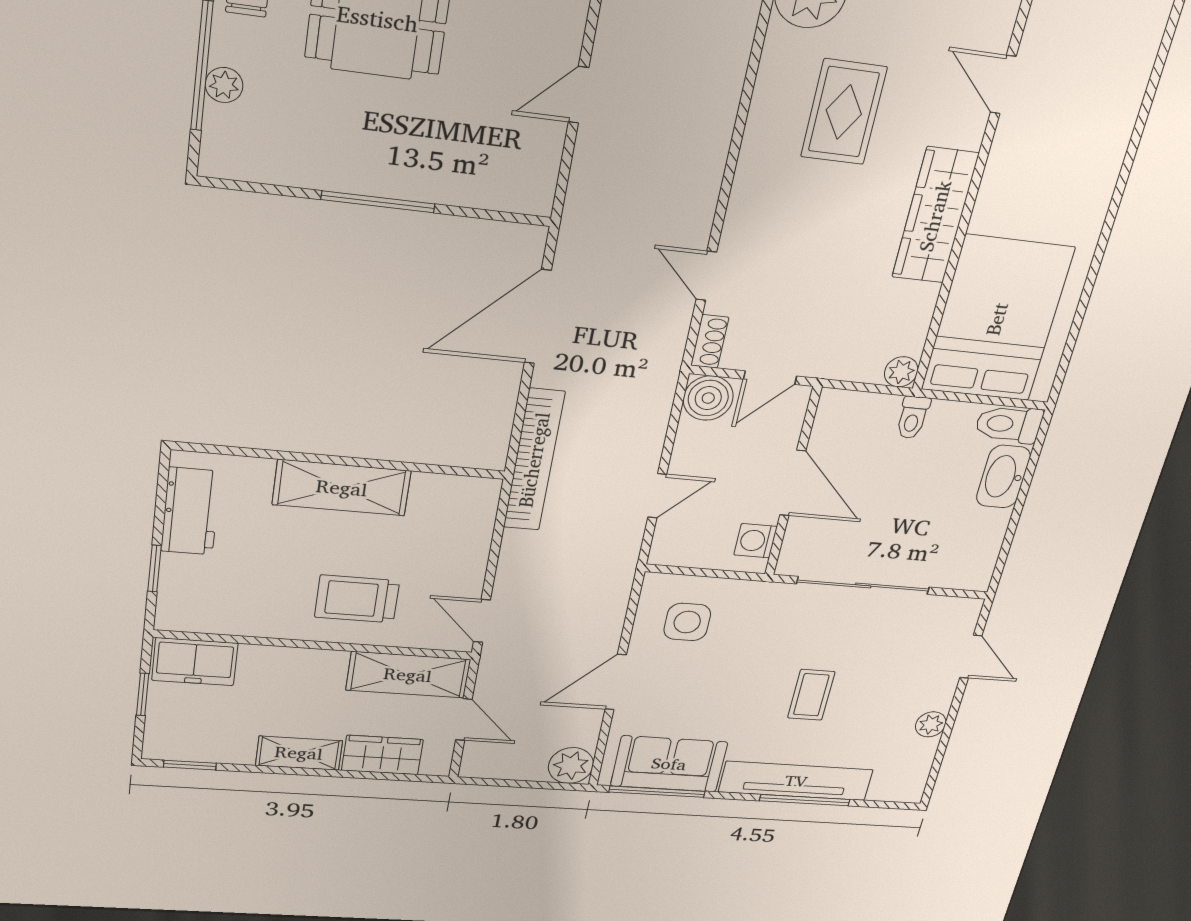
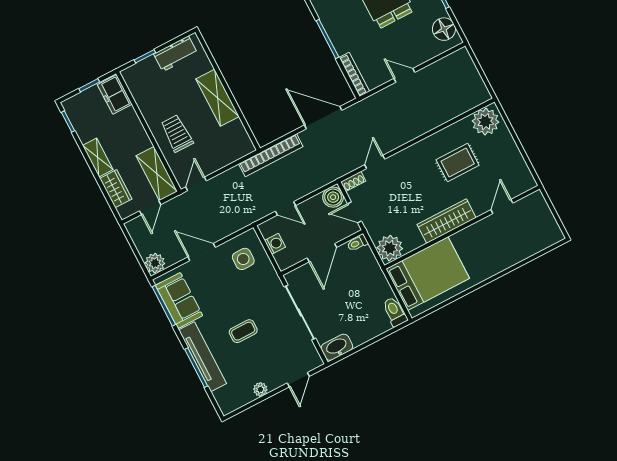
bookcase: (497, 197) -> (354, 74), added
plant: (901, 372) -> (390, 248), width x1.87, depth x1.87
toilet: (913, 417) -> (357, 243), moved
washbasin: (1003, 477) -> (337, 347), moved
washing machine: (756, 541) -> (275, 244), moved, turned 90

